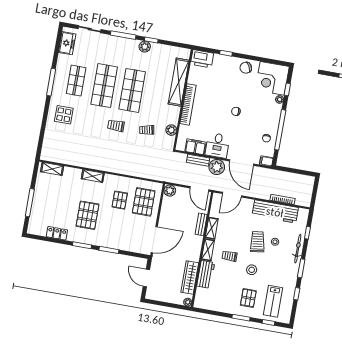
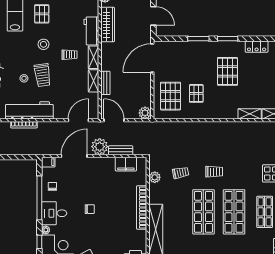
desk: (217, 145) -> (54, 213), moved, turned -90
door: (242, 163) -> (74, 156), hinge flipped
shelving: (93, 176) -> (250, 114), moved

